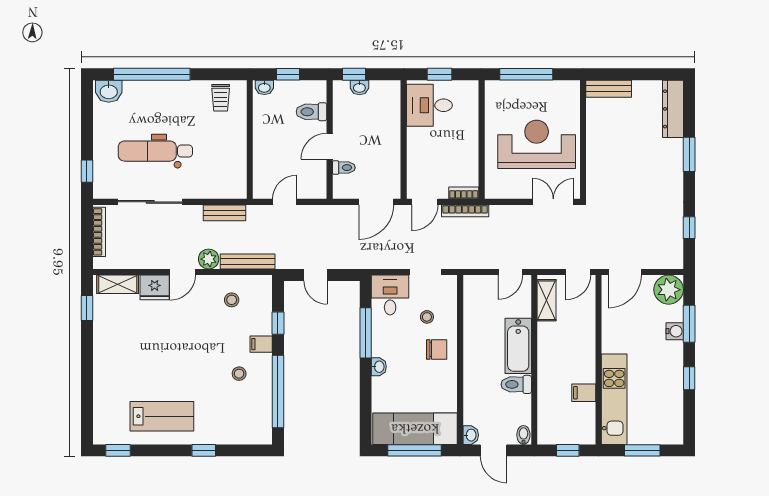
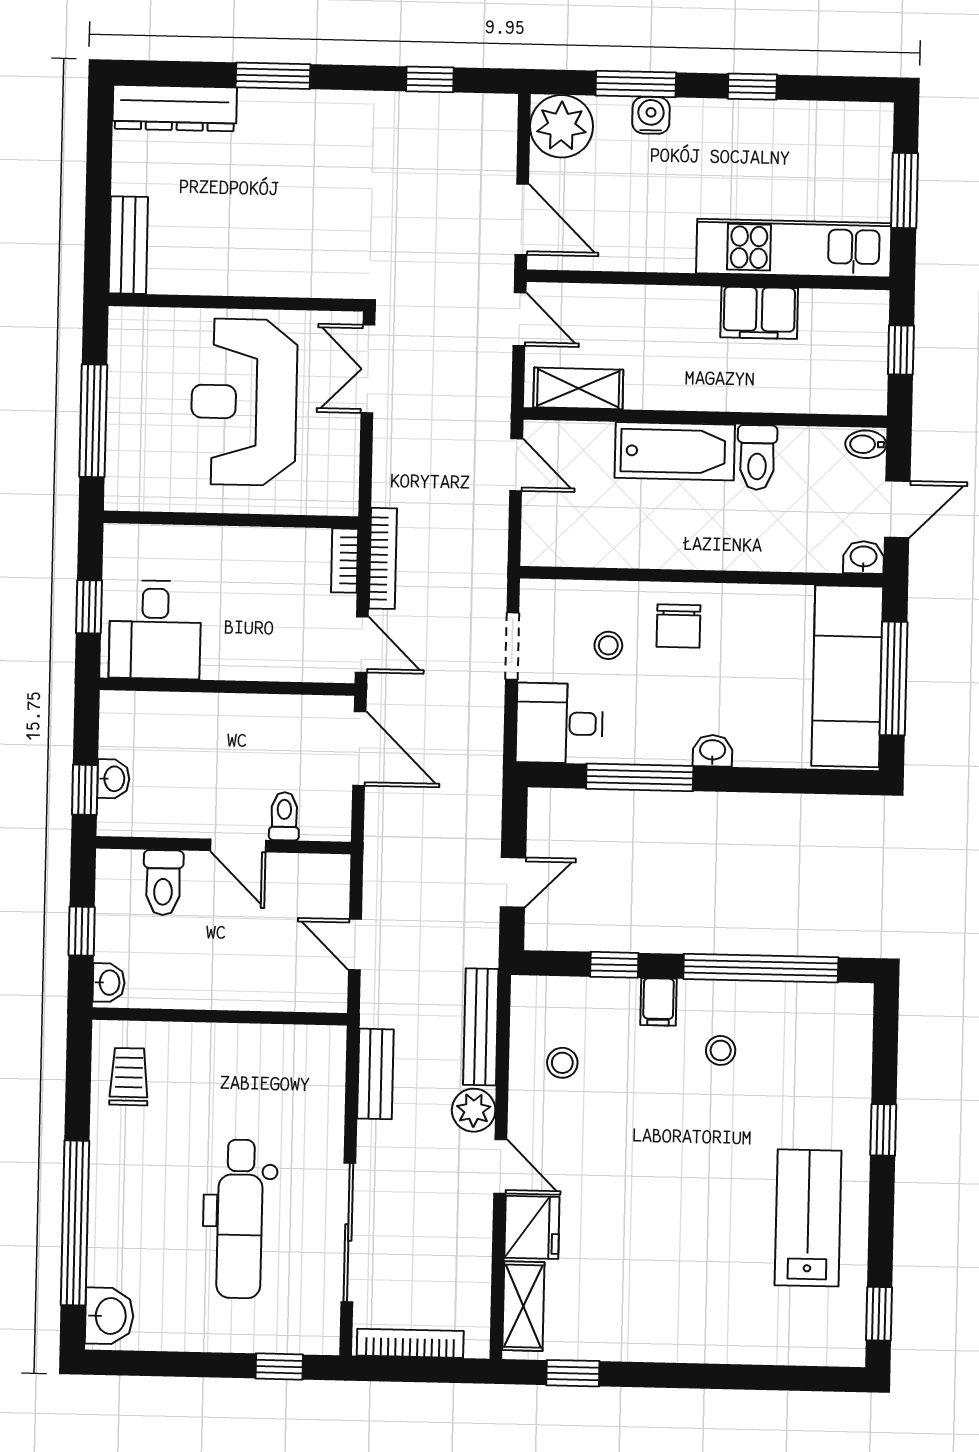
trolley: (221, 98) -> (129, 1077), turned -90
chair: (437, 349) -> (679, 626), turned 180
filing cabinet: (584, 393) -> (759, 313), width x2.00

